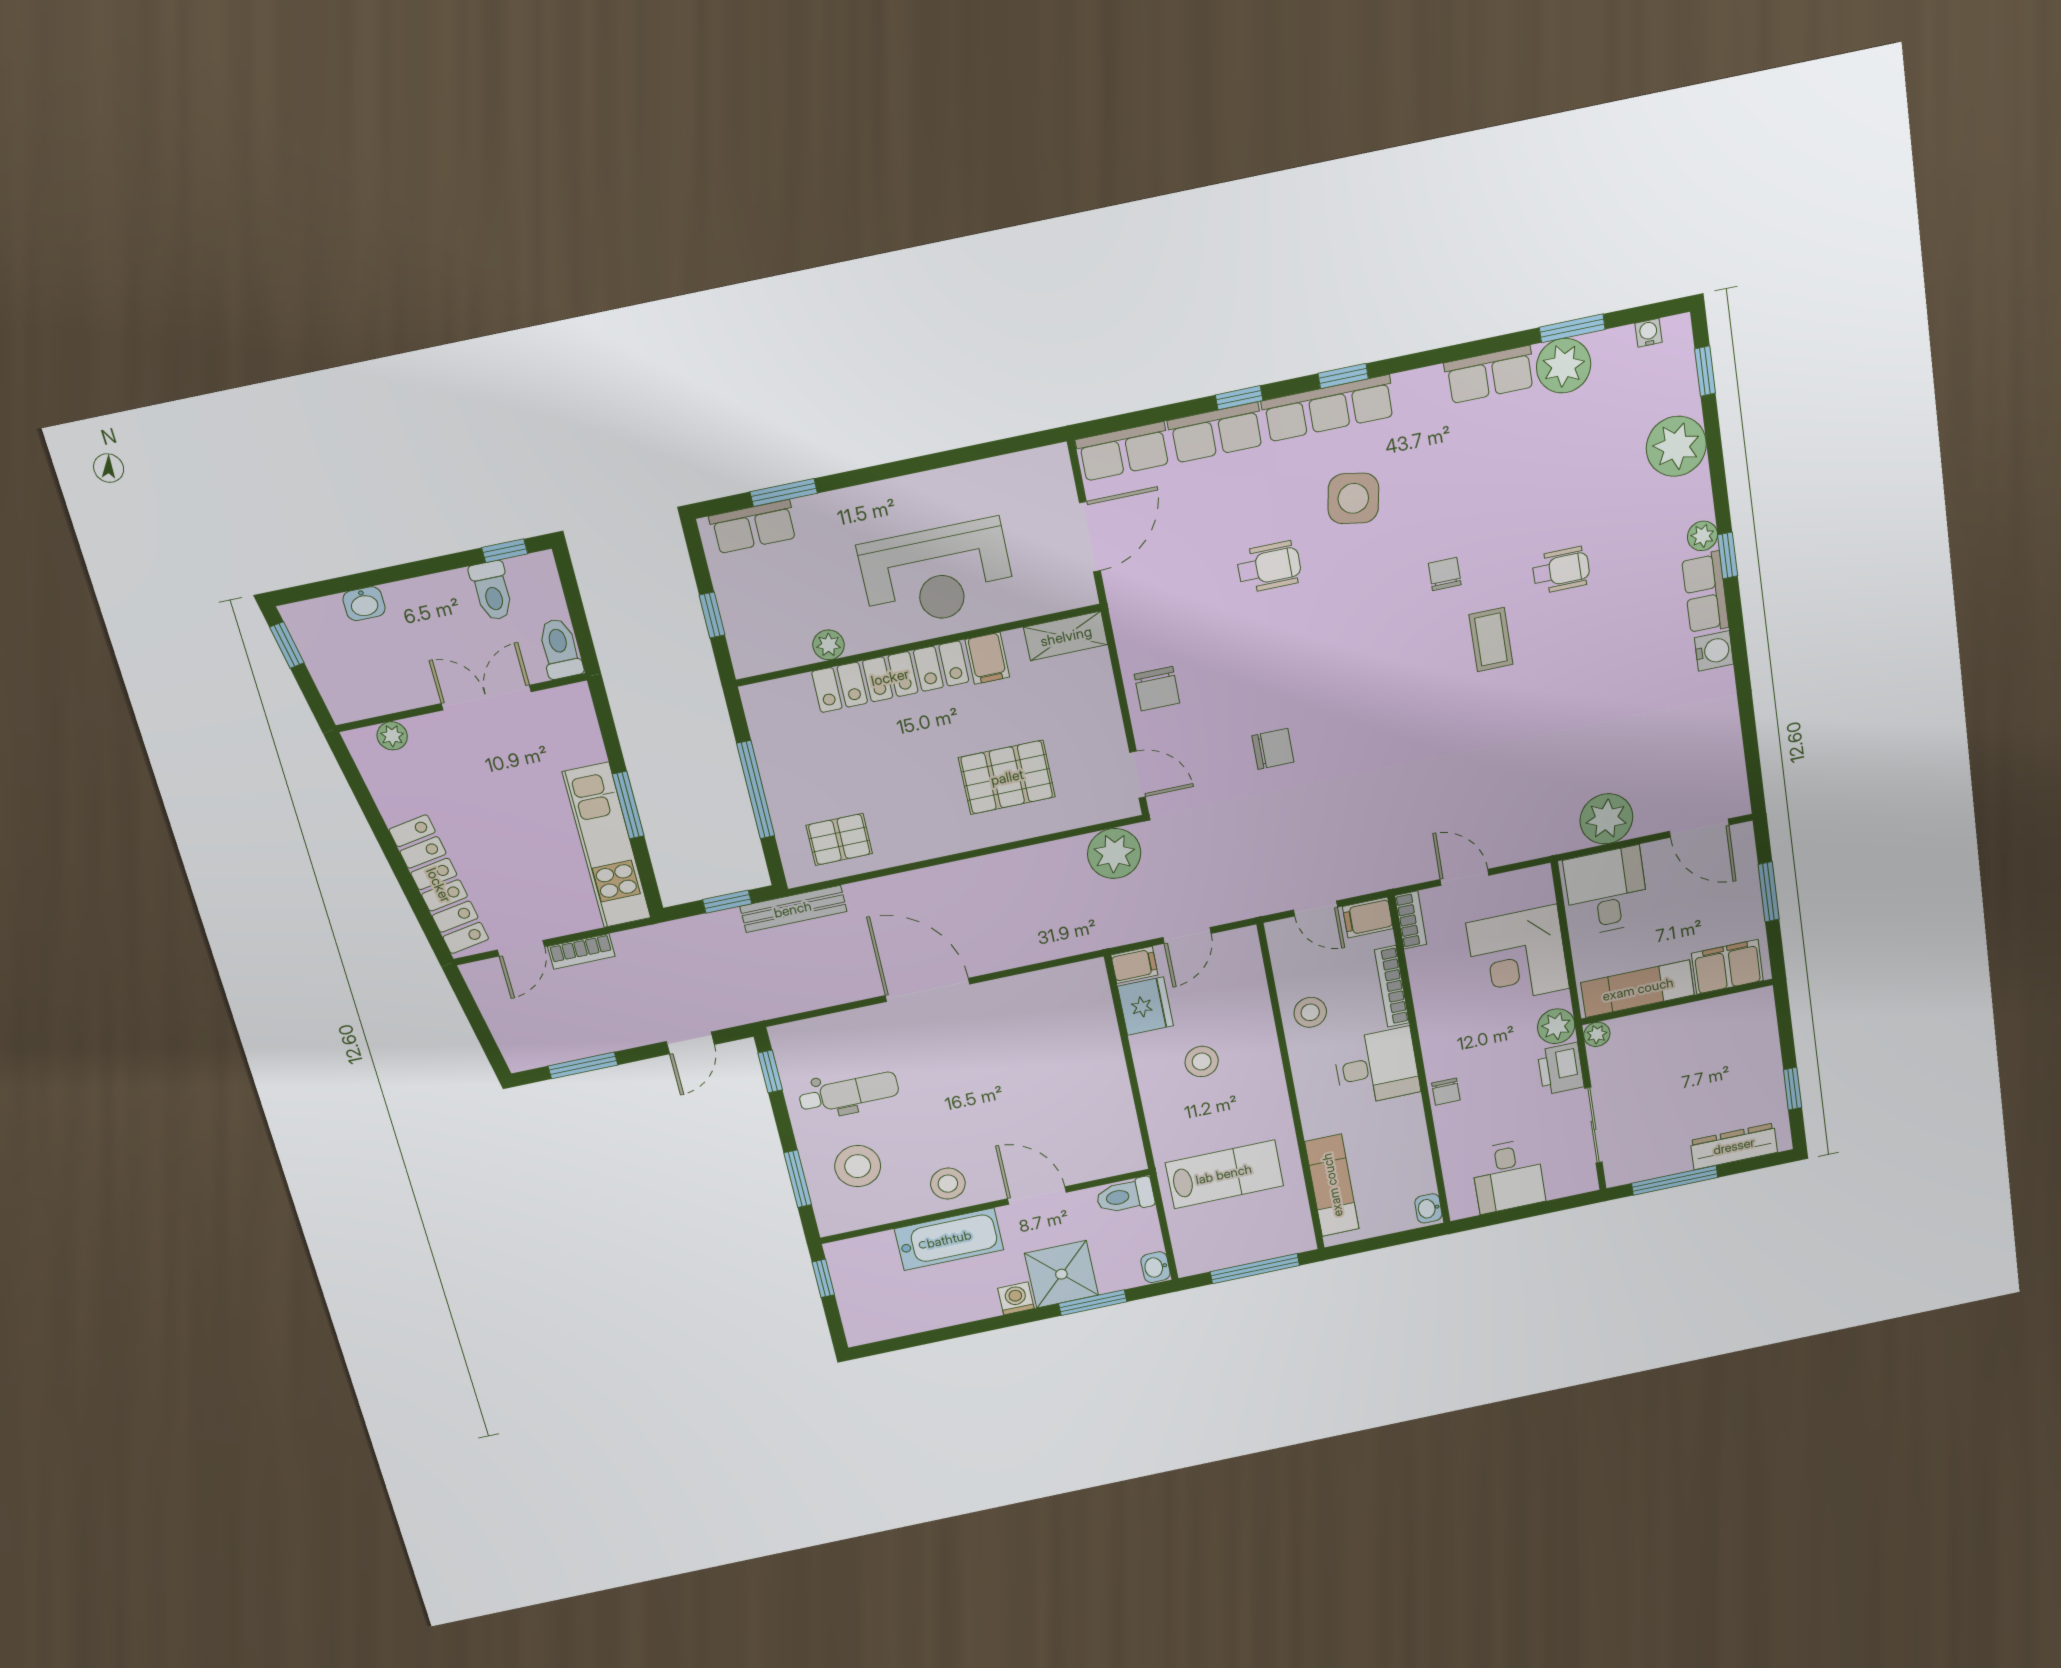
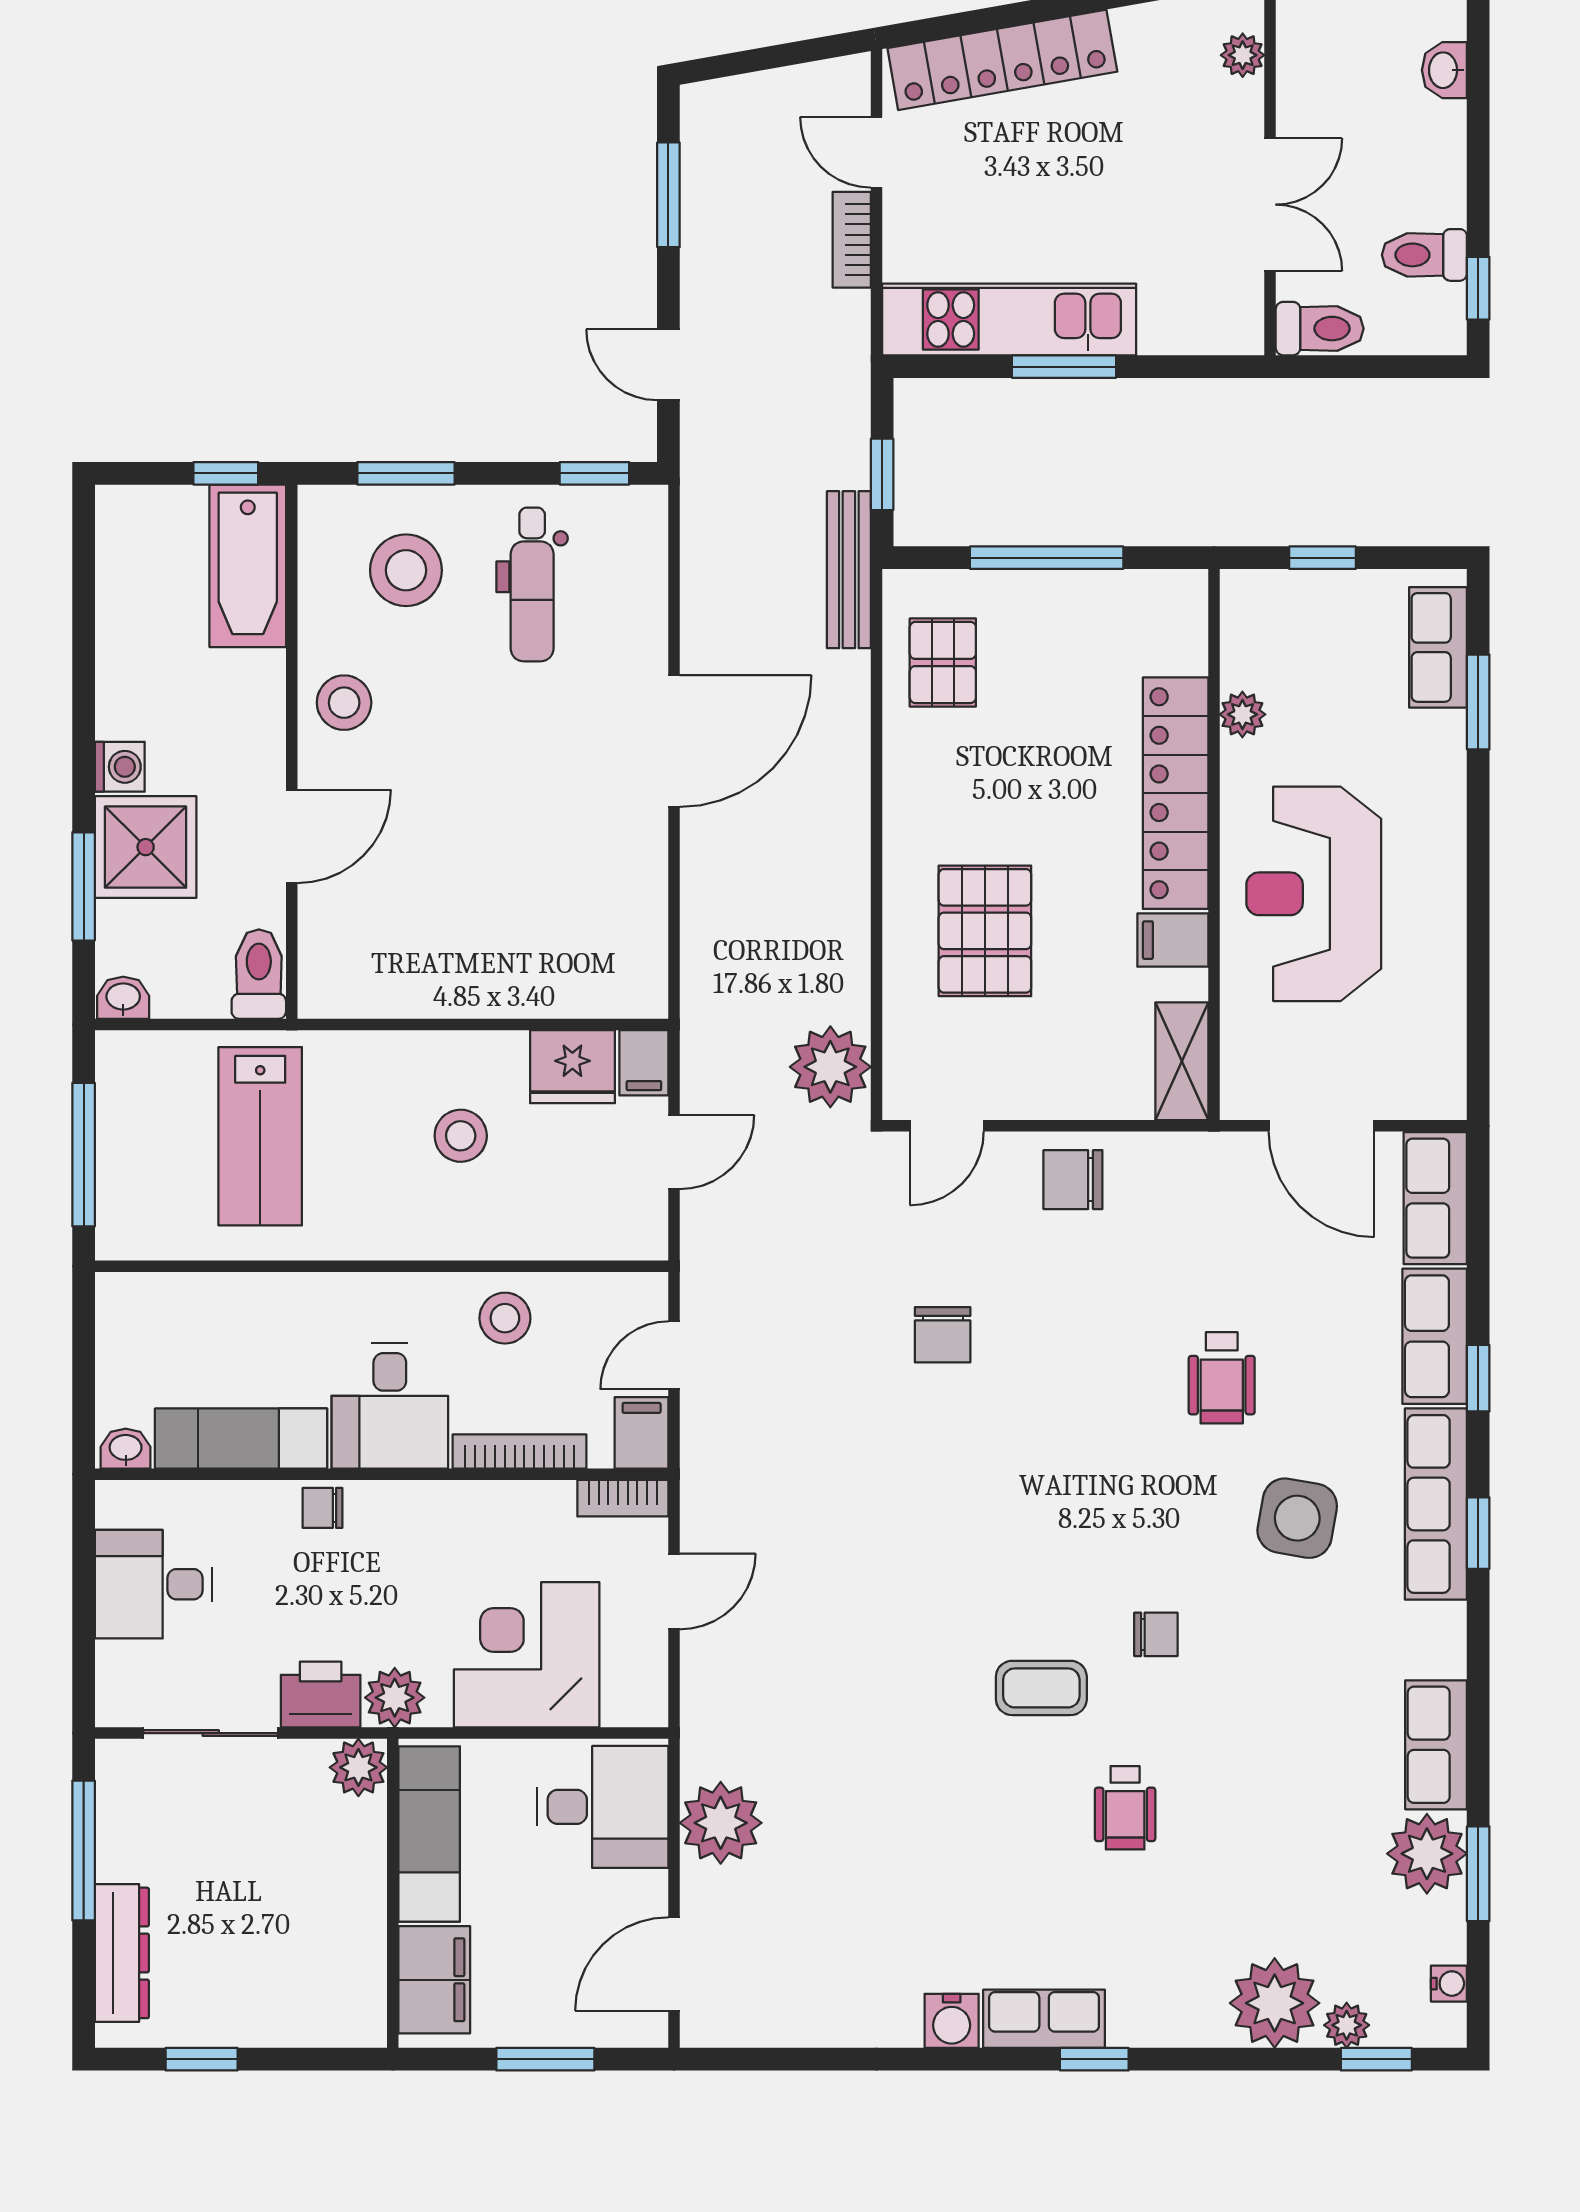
plant: (1702, 536) -> (1347, 2025), moved
door: (1187, 935) -> (674, 1152), swing flipped
plant: (1597, 1034) -> (358, 1767), width x1.38, depth x1.38
exam couch: (1332, 1185) -> (241, 1439), moved, turned 180
bathtub: (949, 1239) -> (248, 566), moved

